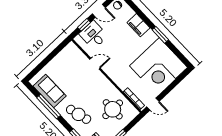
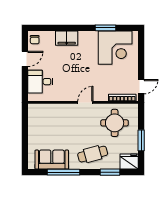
window: (84, 25) -> (25, 82), removed
window: (160, 35) -> (105, 28), moved
door: (95, 64) -> (85, 102), moved
corner desk: (158, 67) -> (115, 48), width x0.74, depth x0.74

